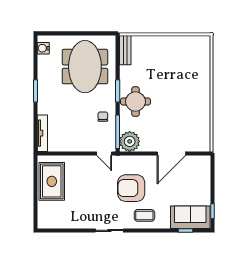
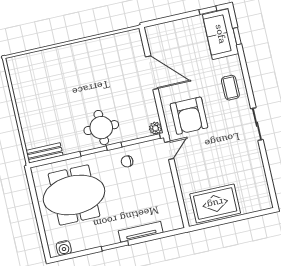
tv unit: (42, 133) -> (141, 232), moved
plant: (130, 141) -> (155, 128), width x0.53, depth x0.53
armchair: (131, 188) -> (189, 116), moved

